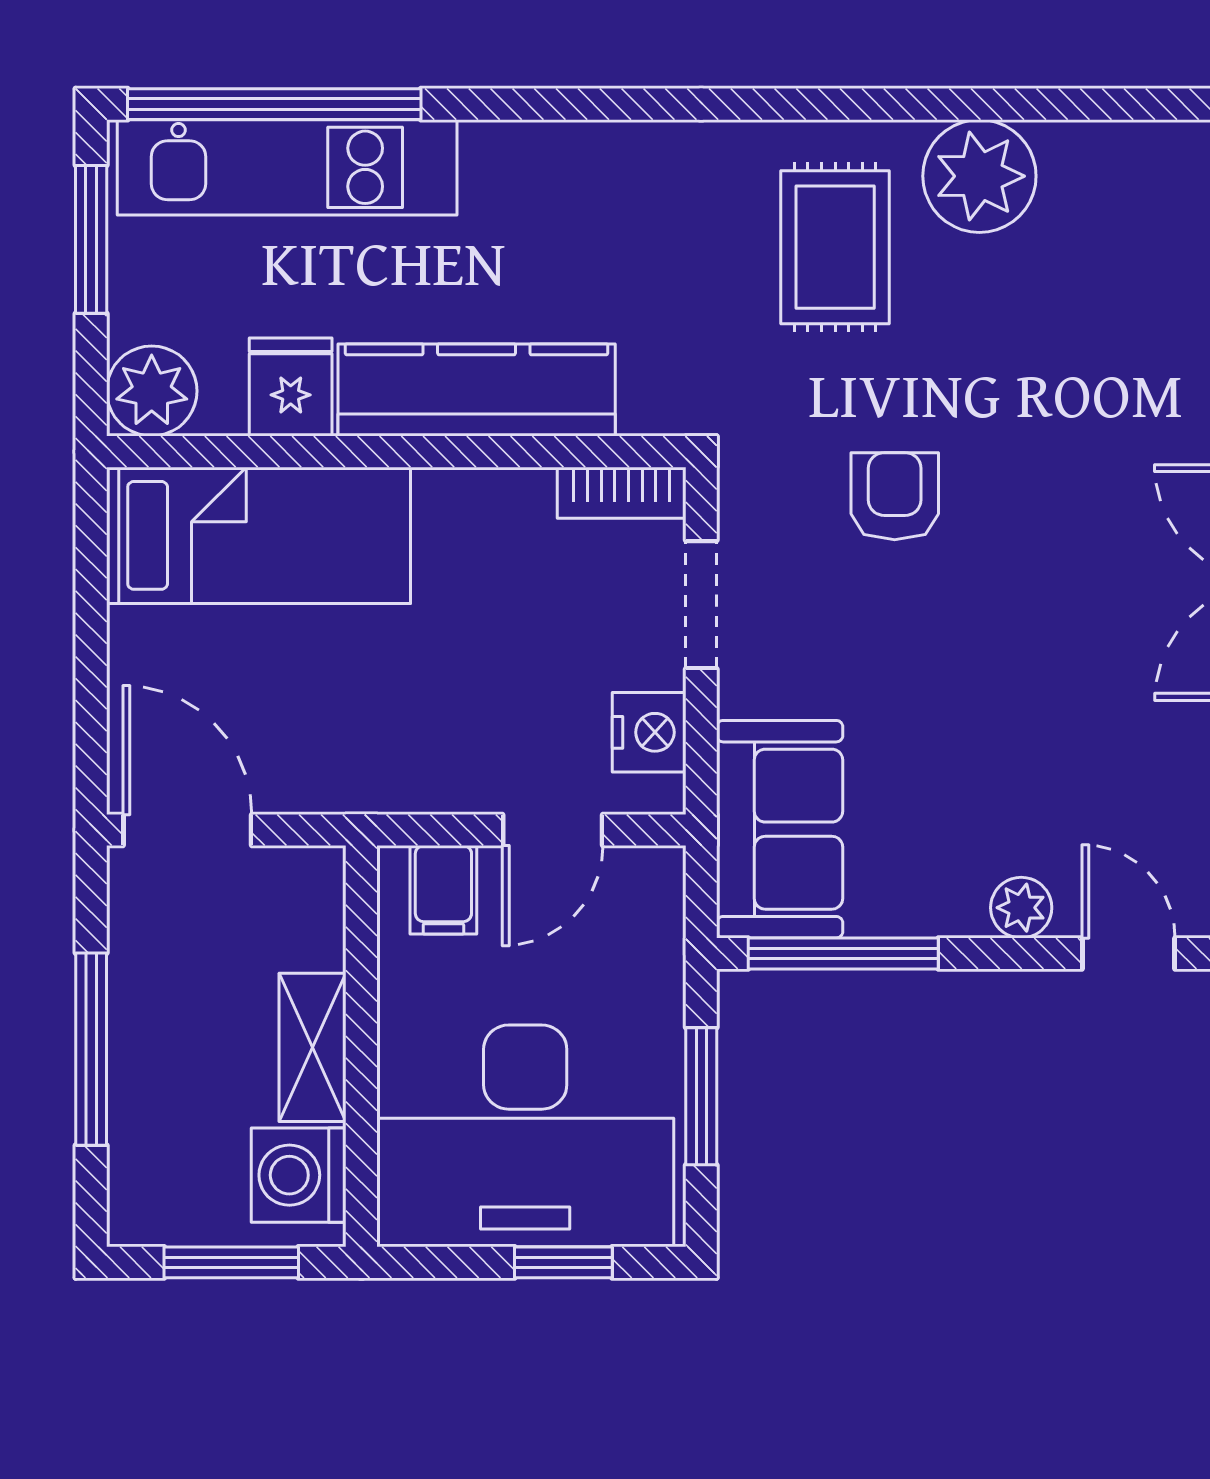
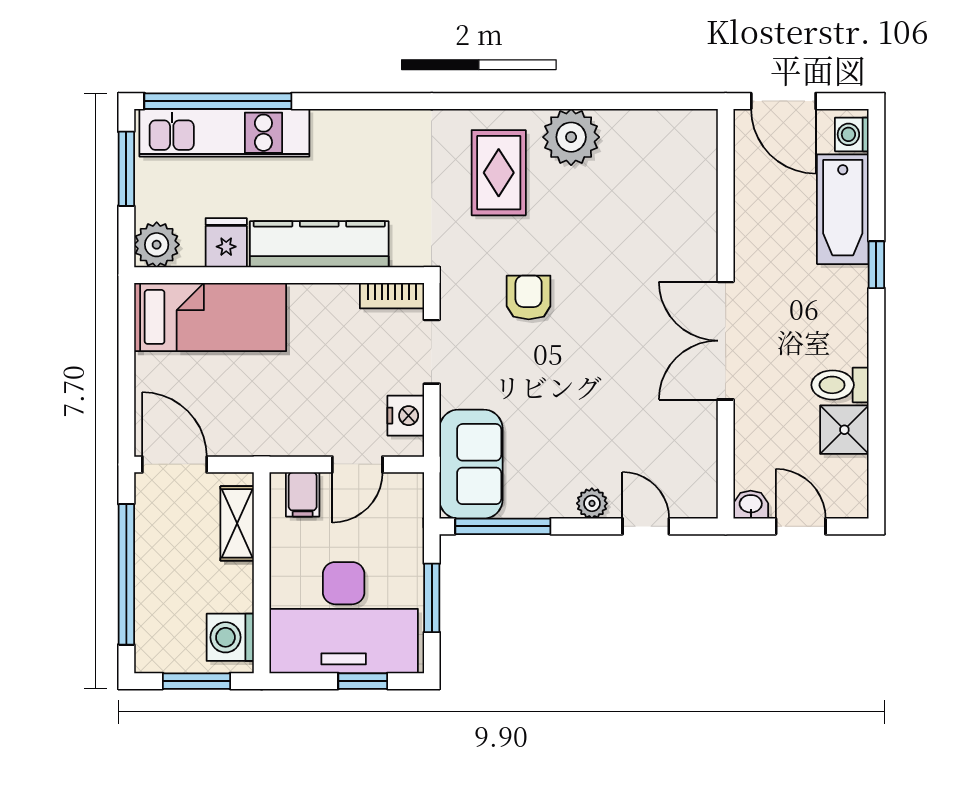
shelving: (313, 1047) -> (237, 523), moved
window: (91, 1049) -> (126, 574), width x1.46

